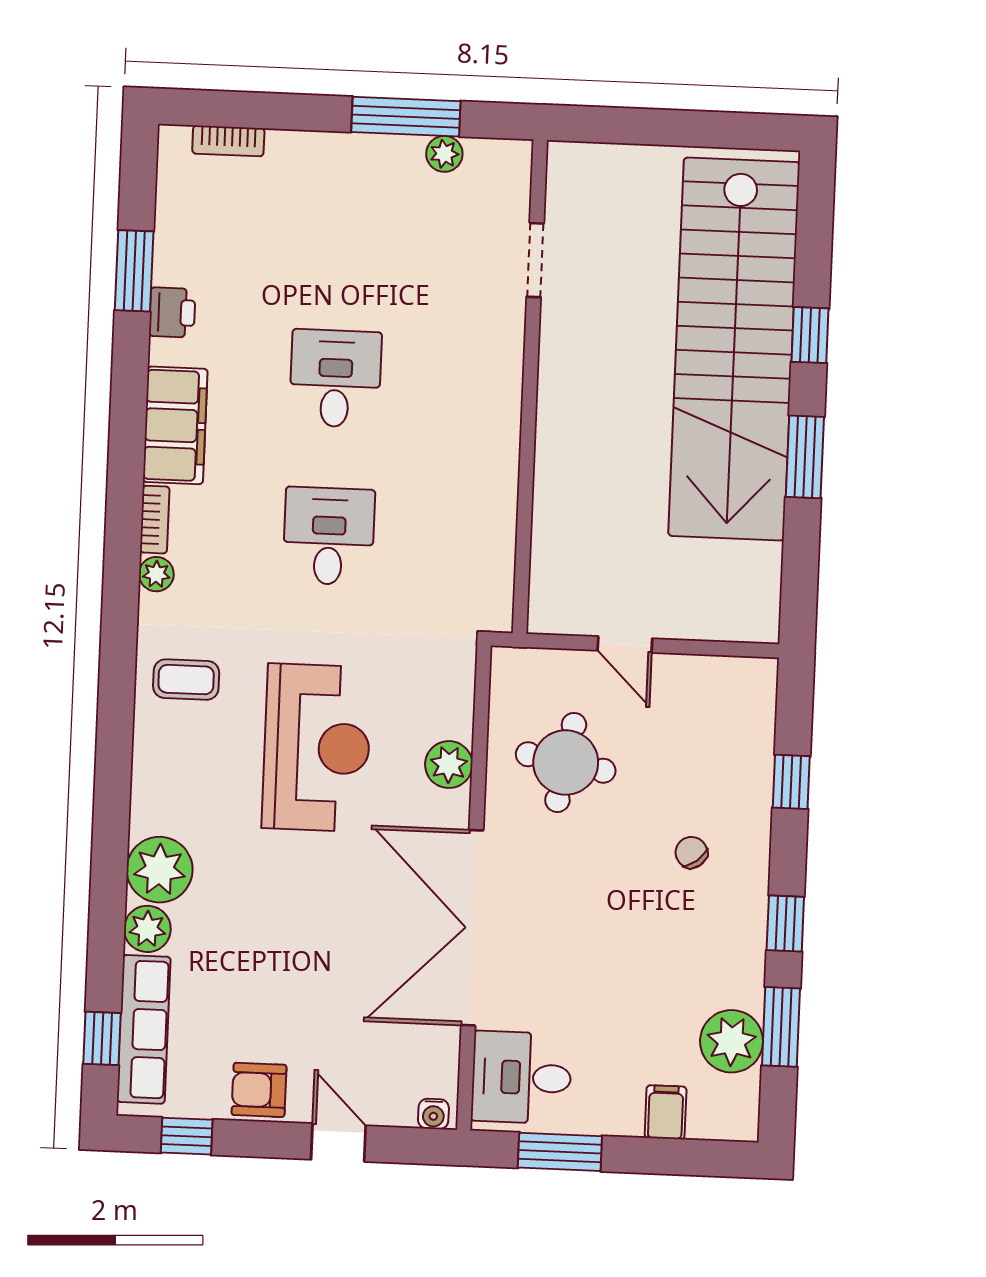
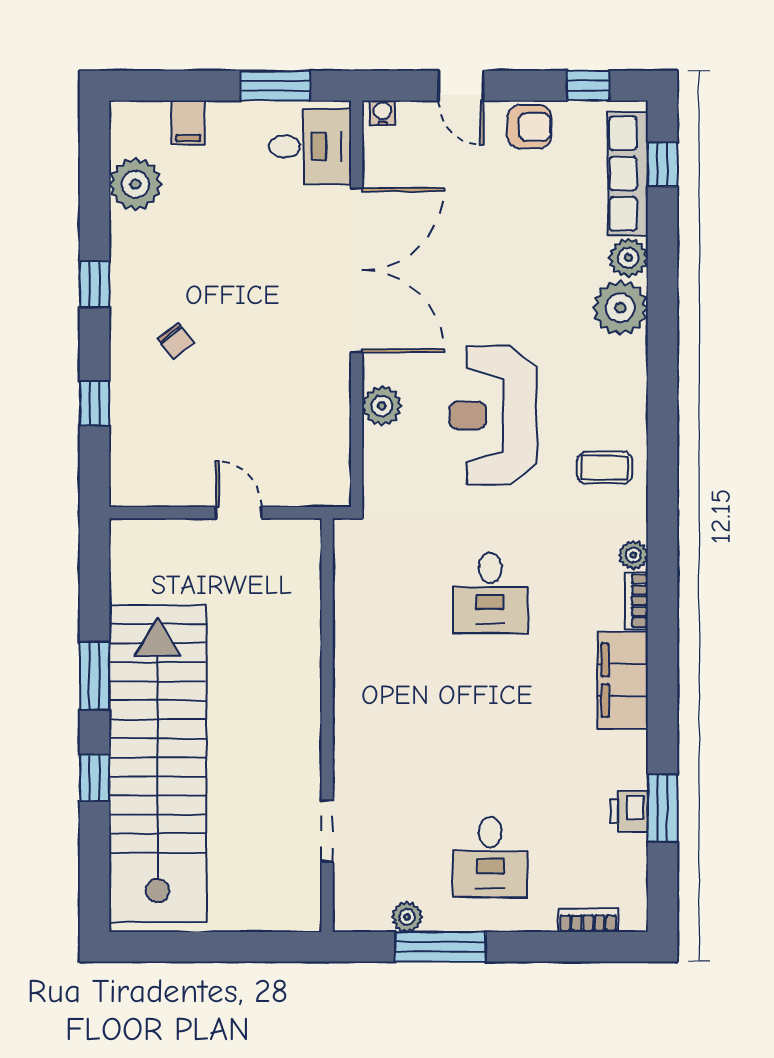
printer: (172, 312) -> (629, 811), moved
desk: (335, 378) -> (490, 857), moved
round table: (566, 762) -> (284, 412), removed
window: (781, 1027) -> (95, 198), removed

